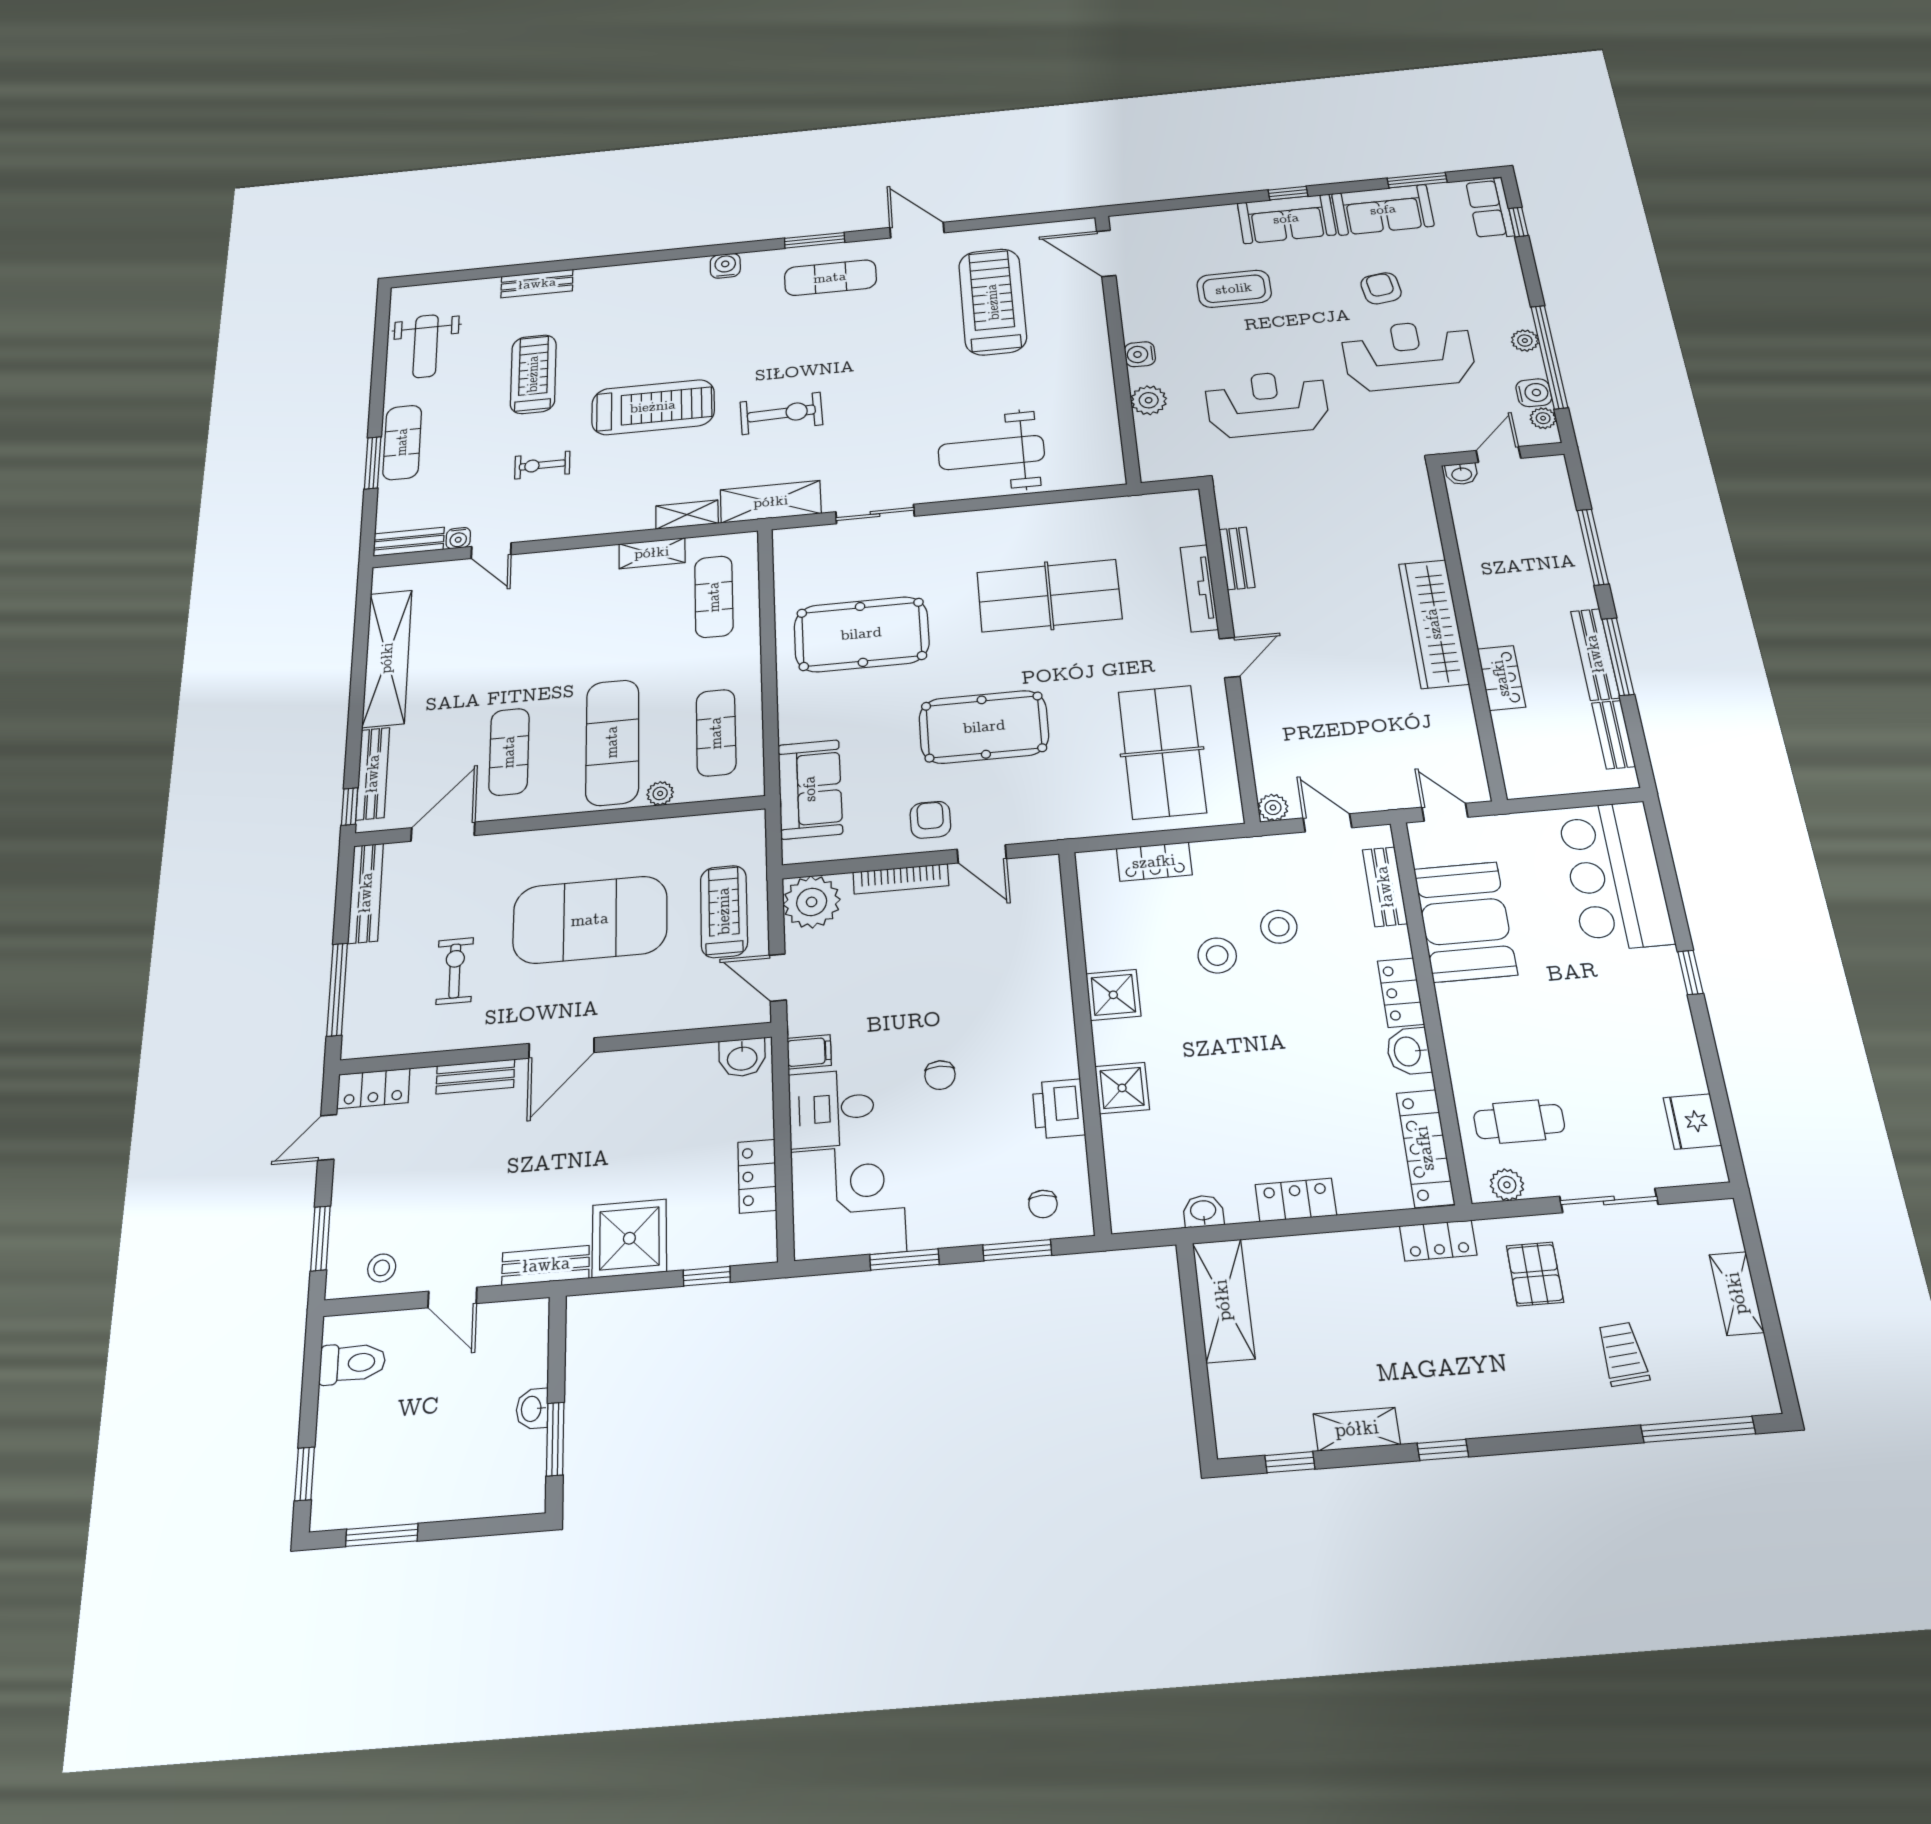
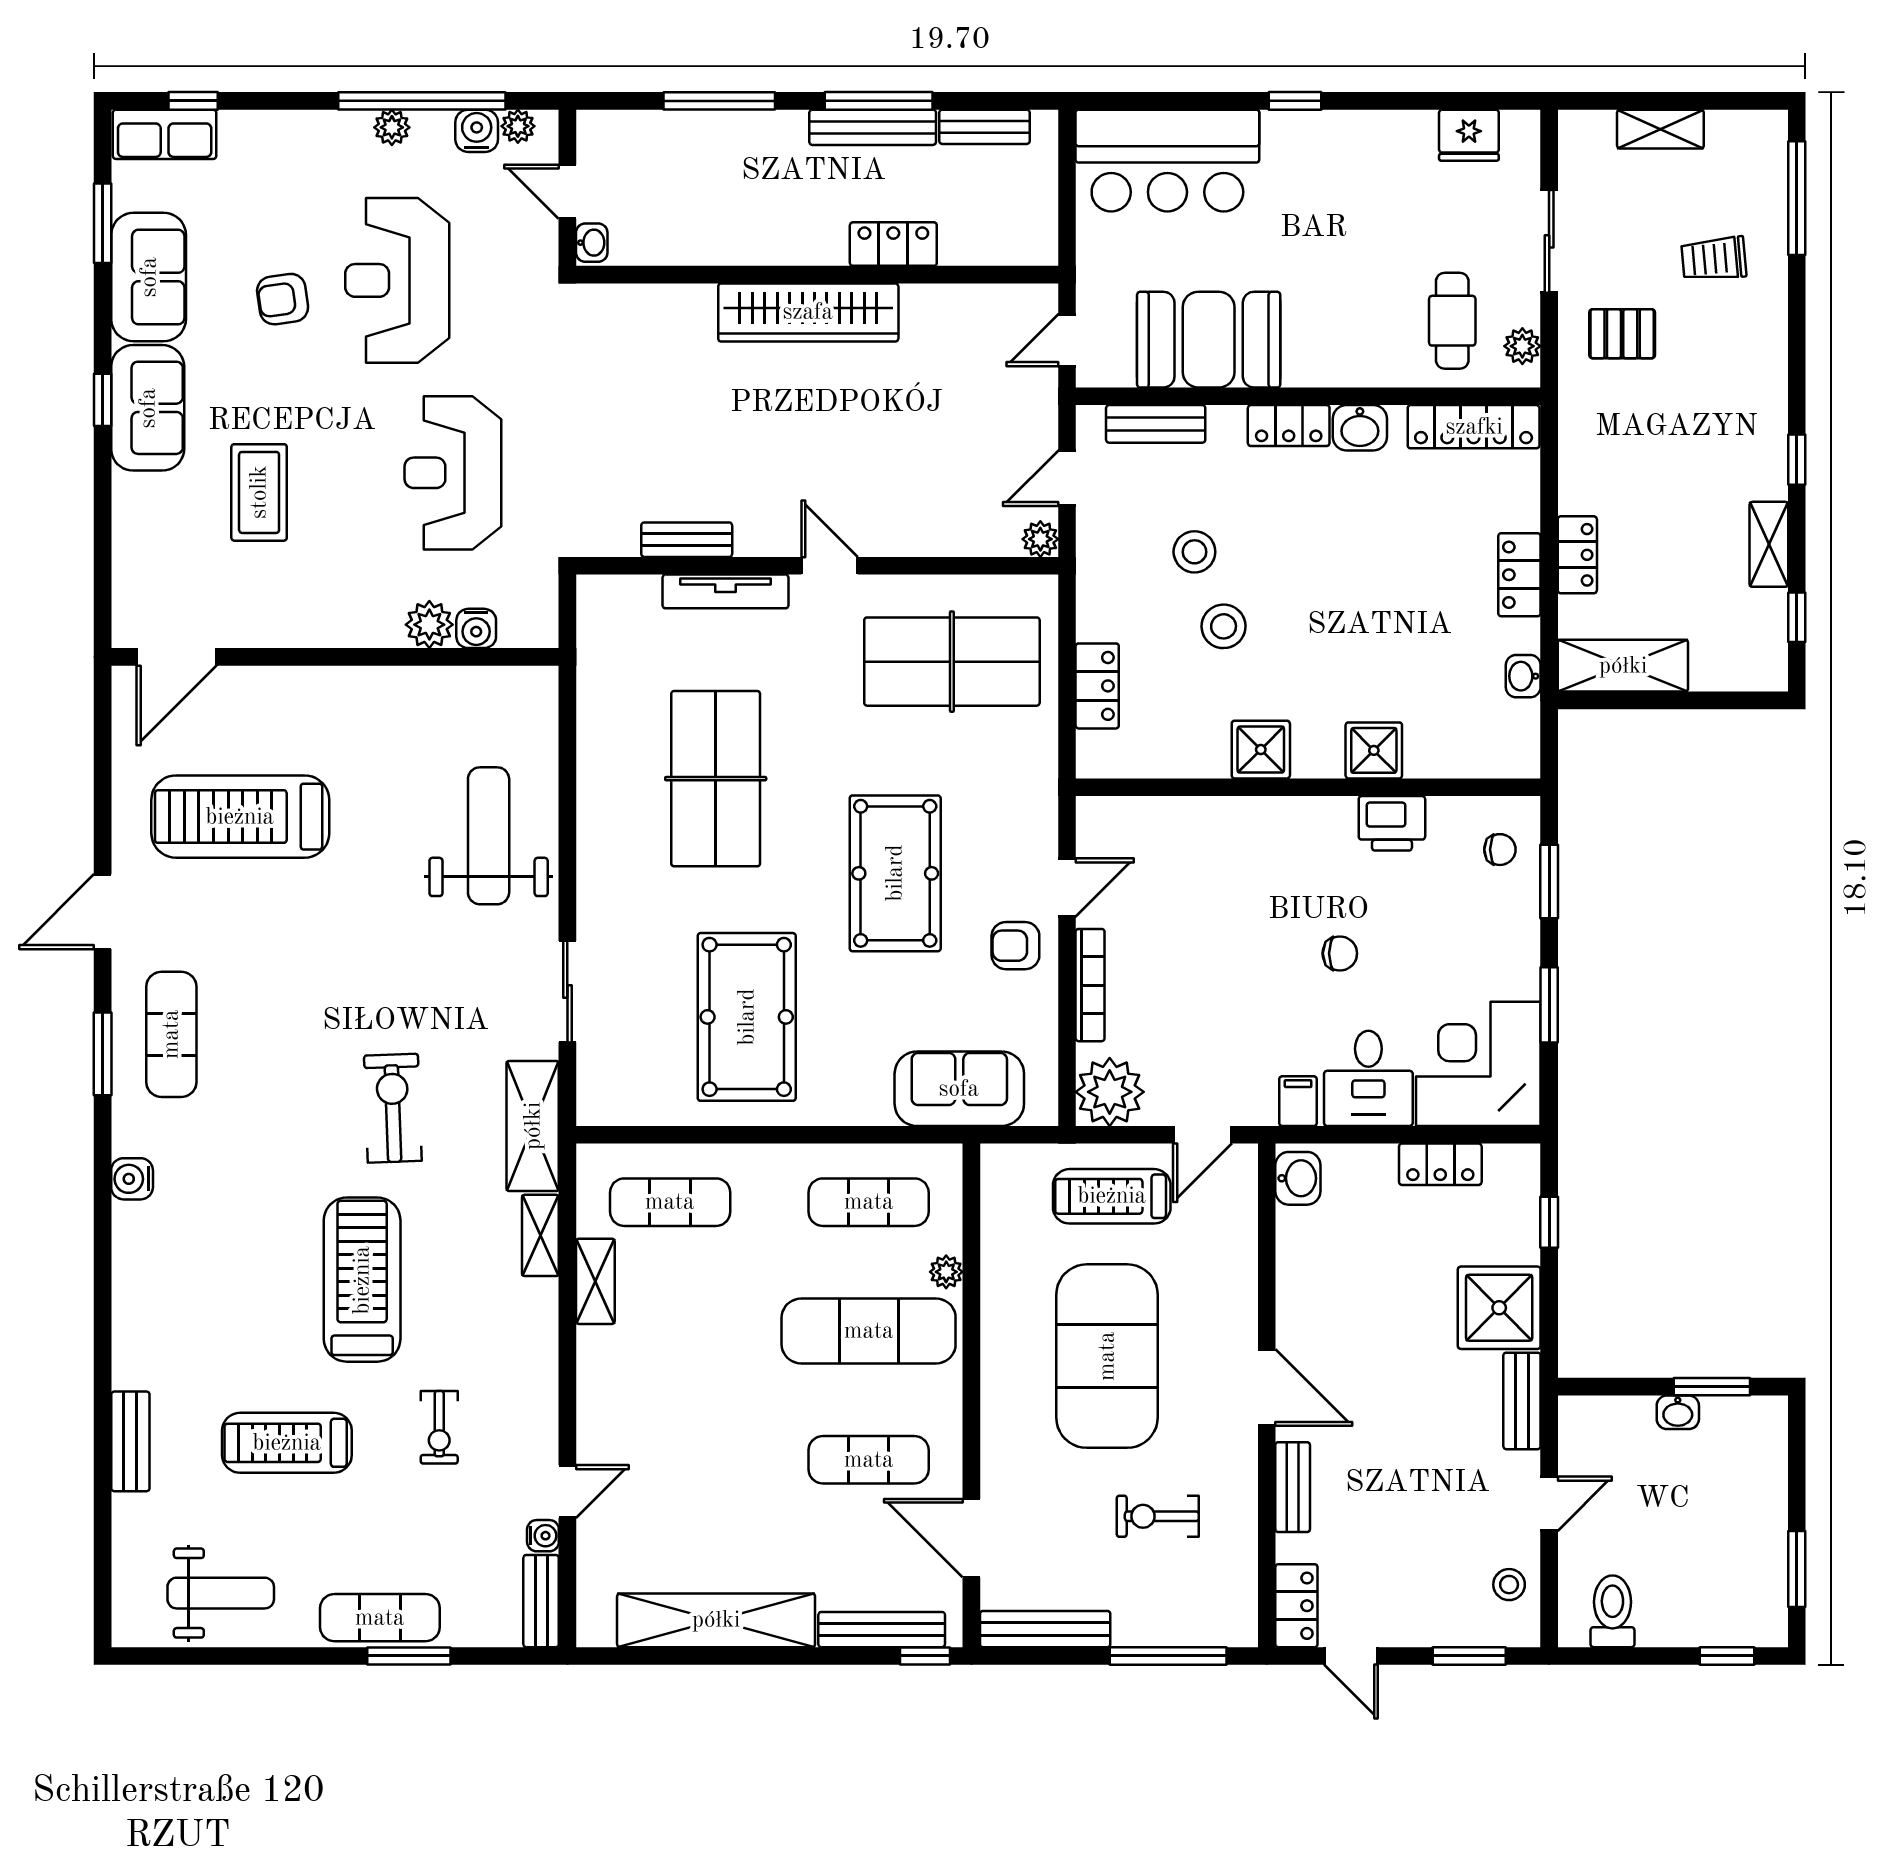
water cooler: (1140, 354) -> (476, 628), moved
weight bench: (991, 453) -> (489, 836), turned 180
locker: (1438, 1241) -> (1577, 555), moved

